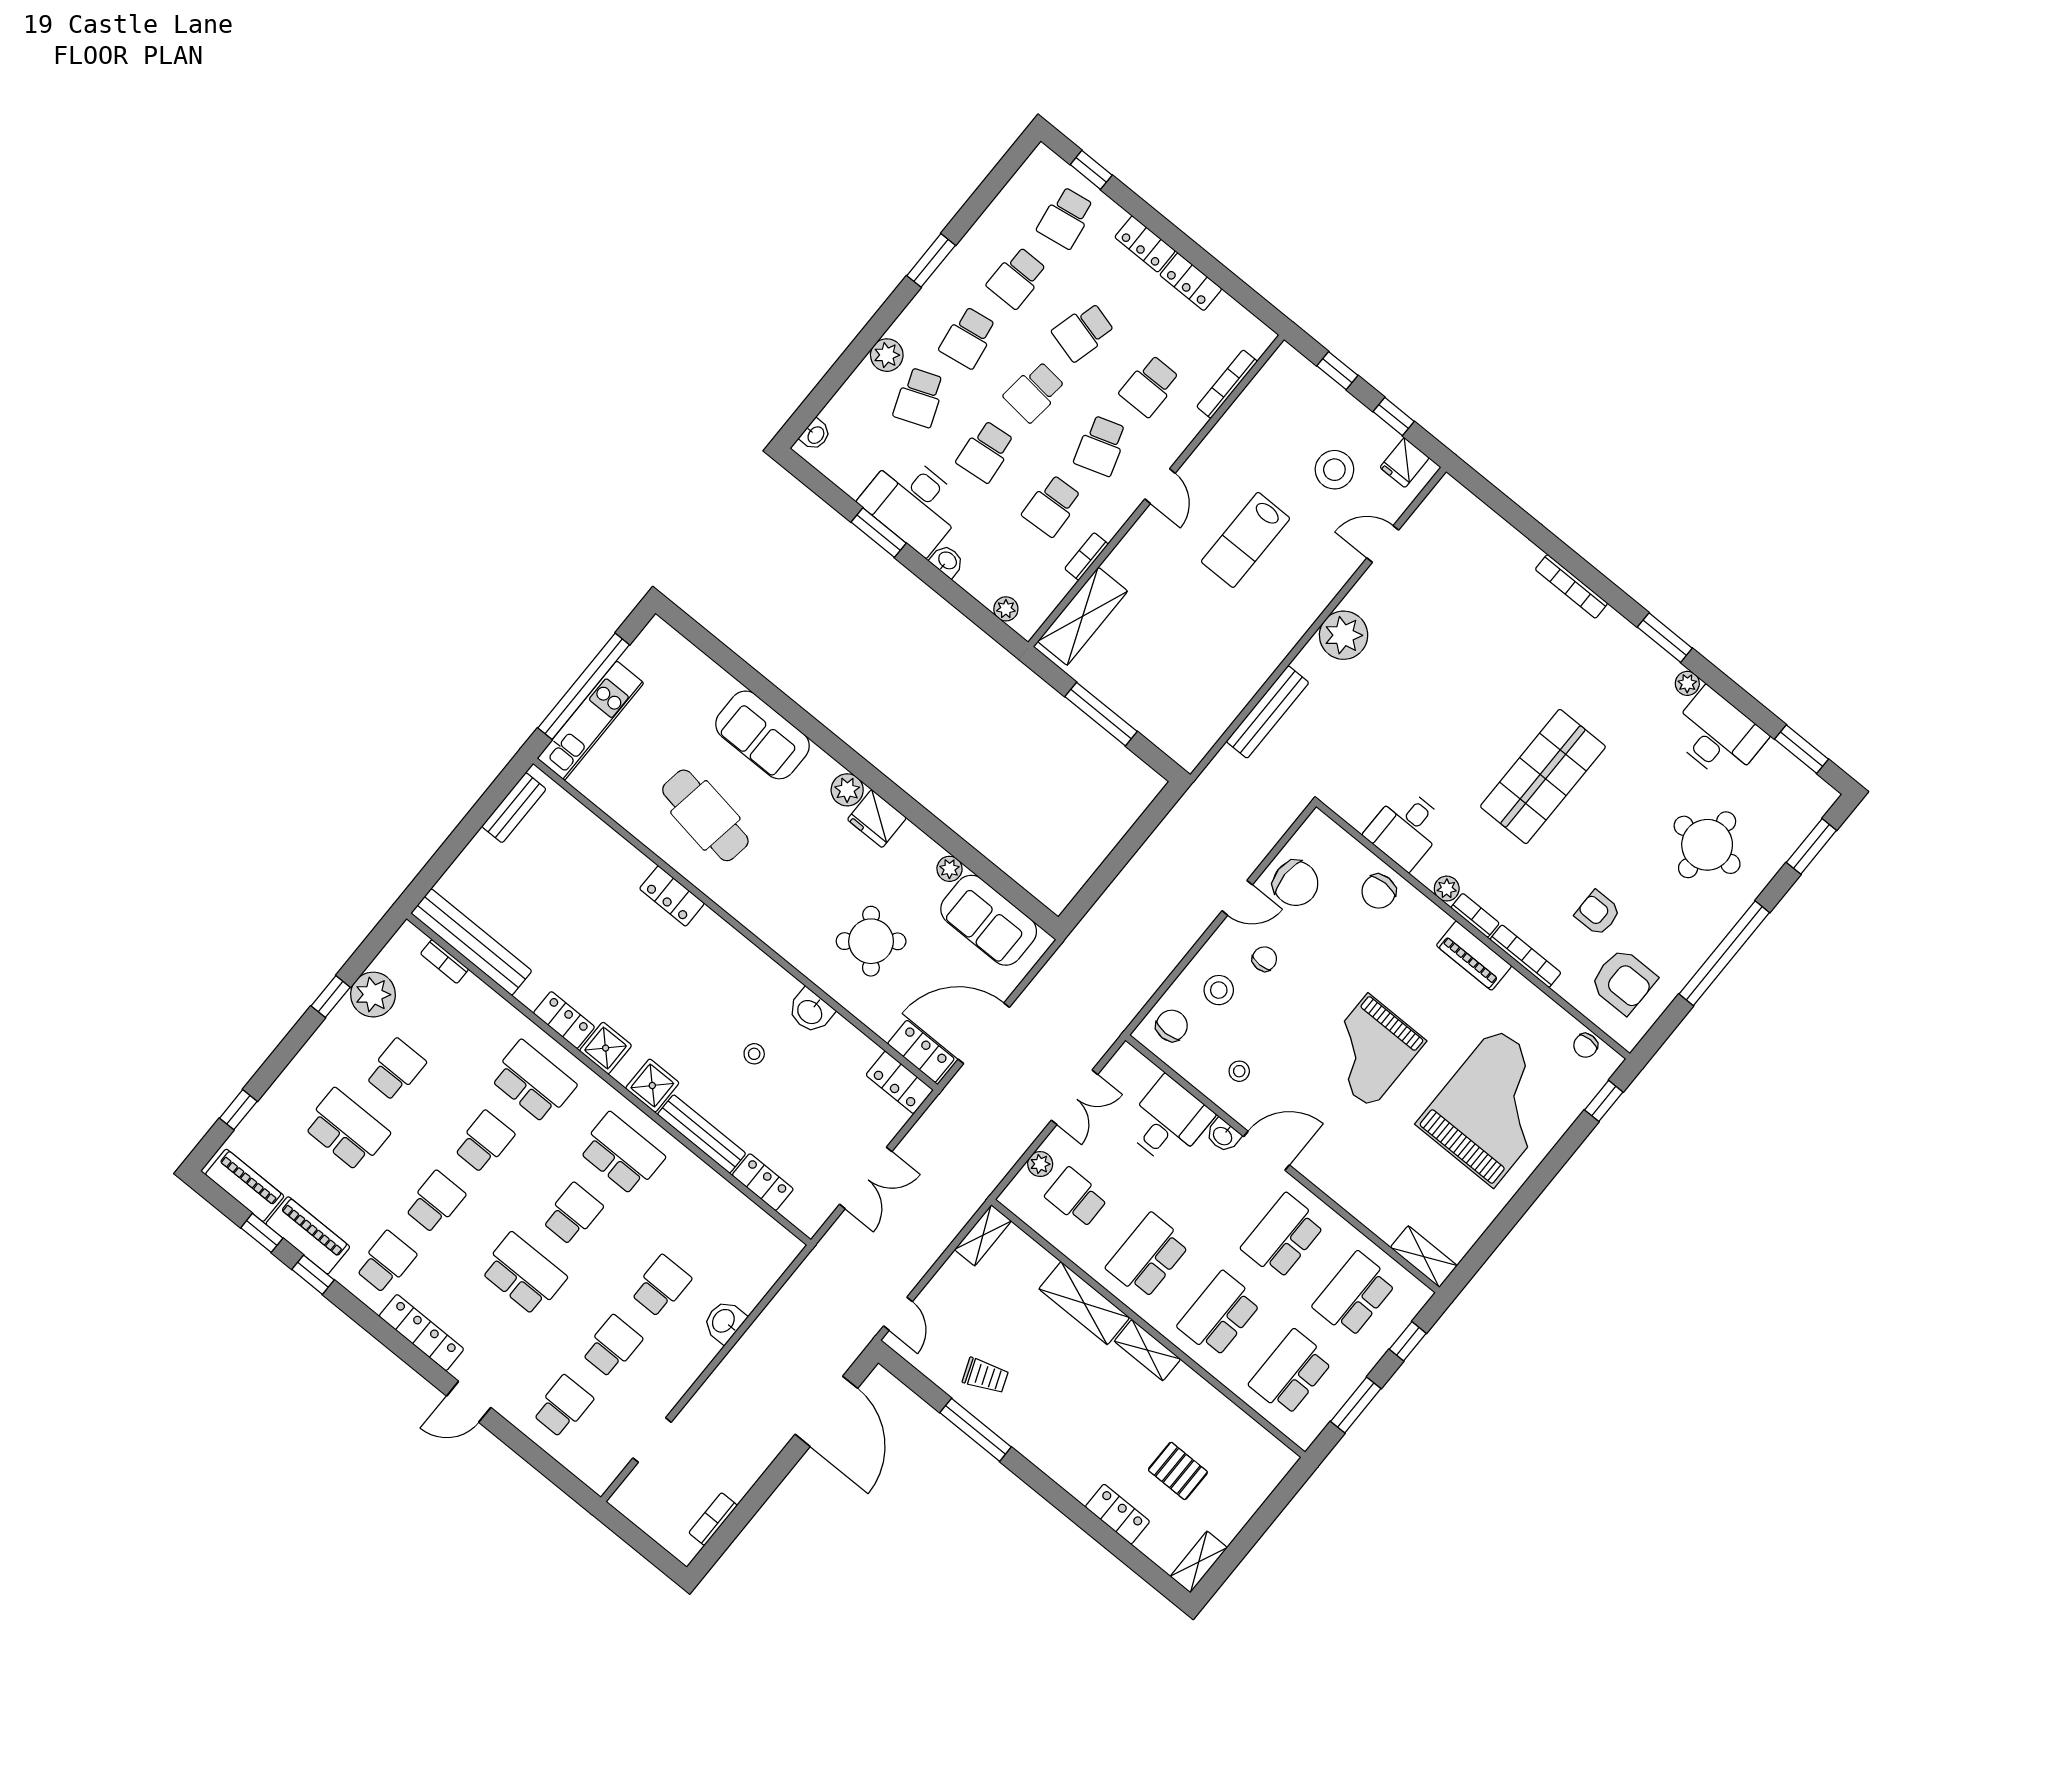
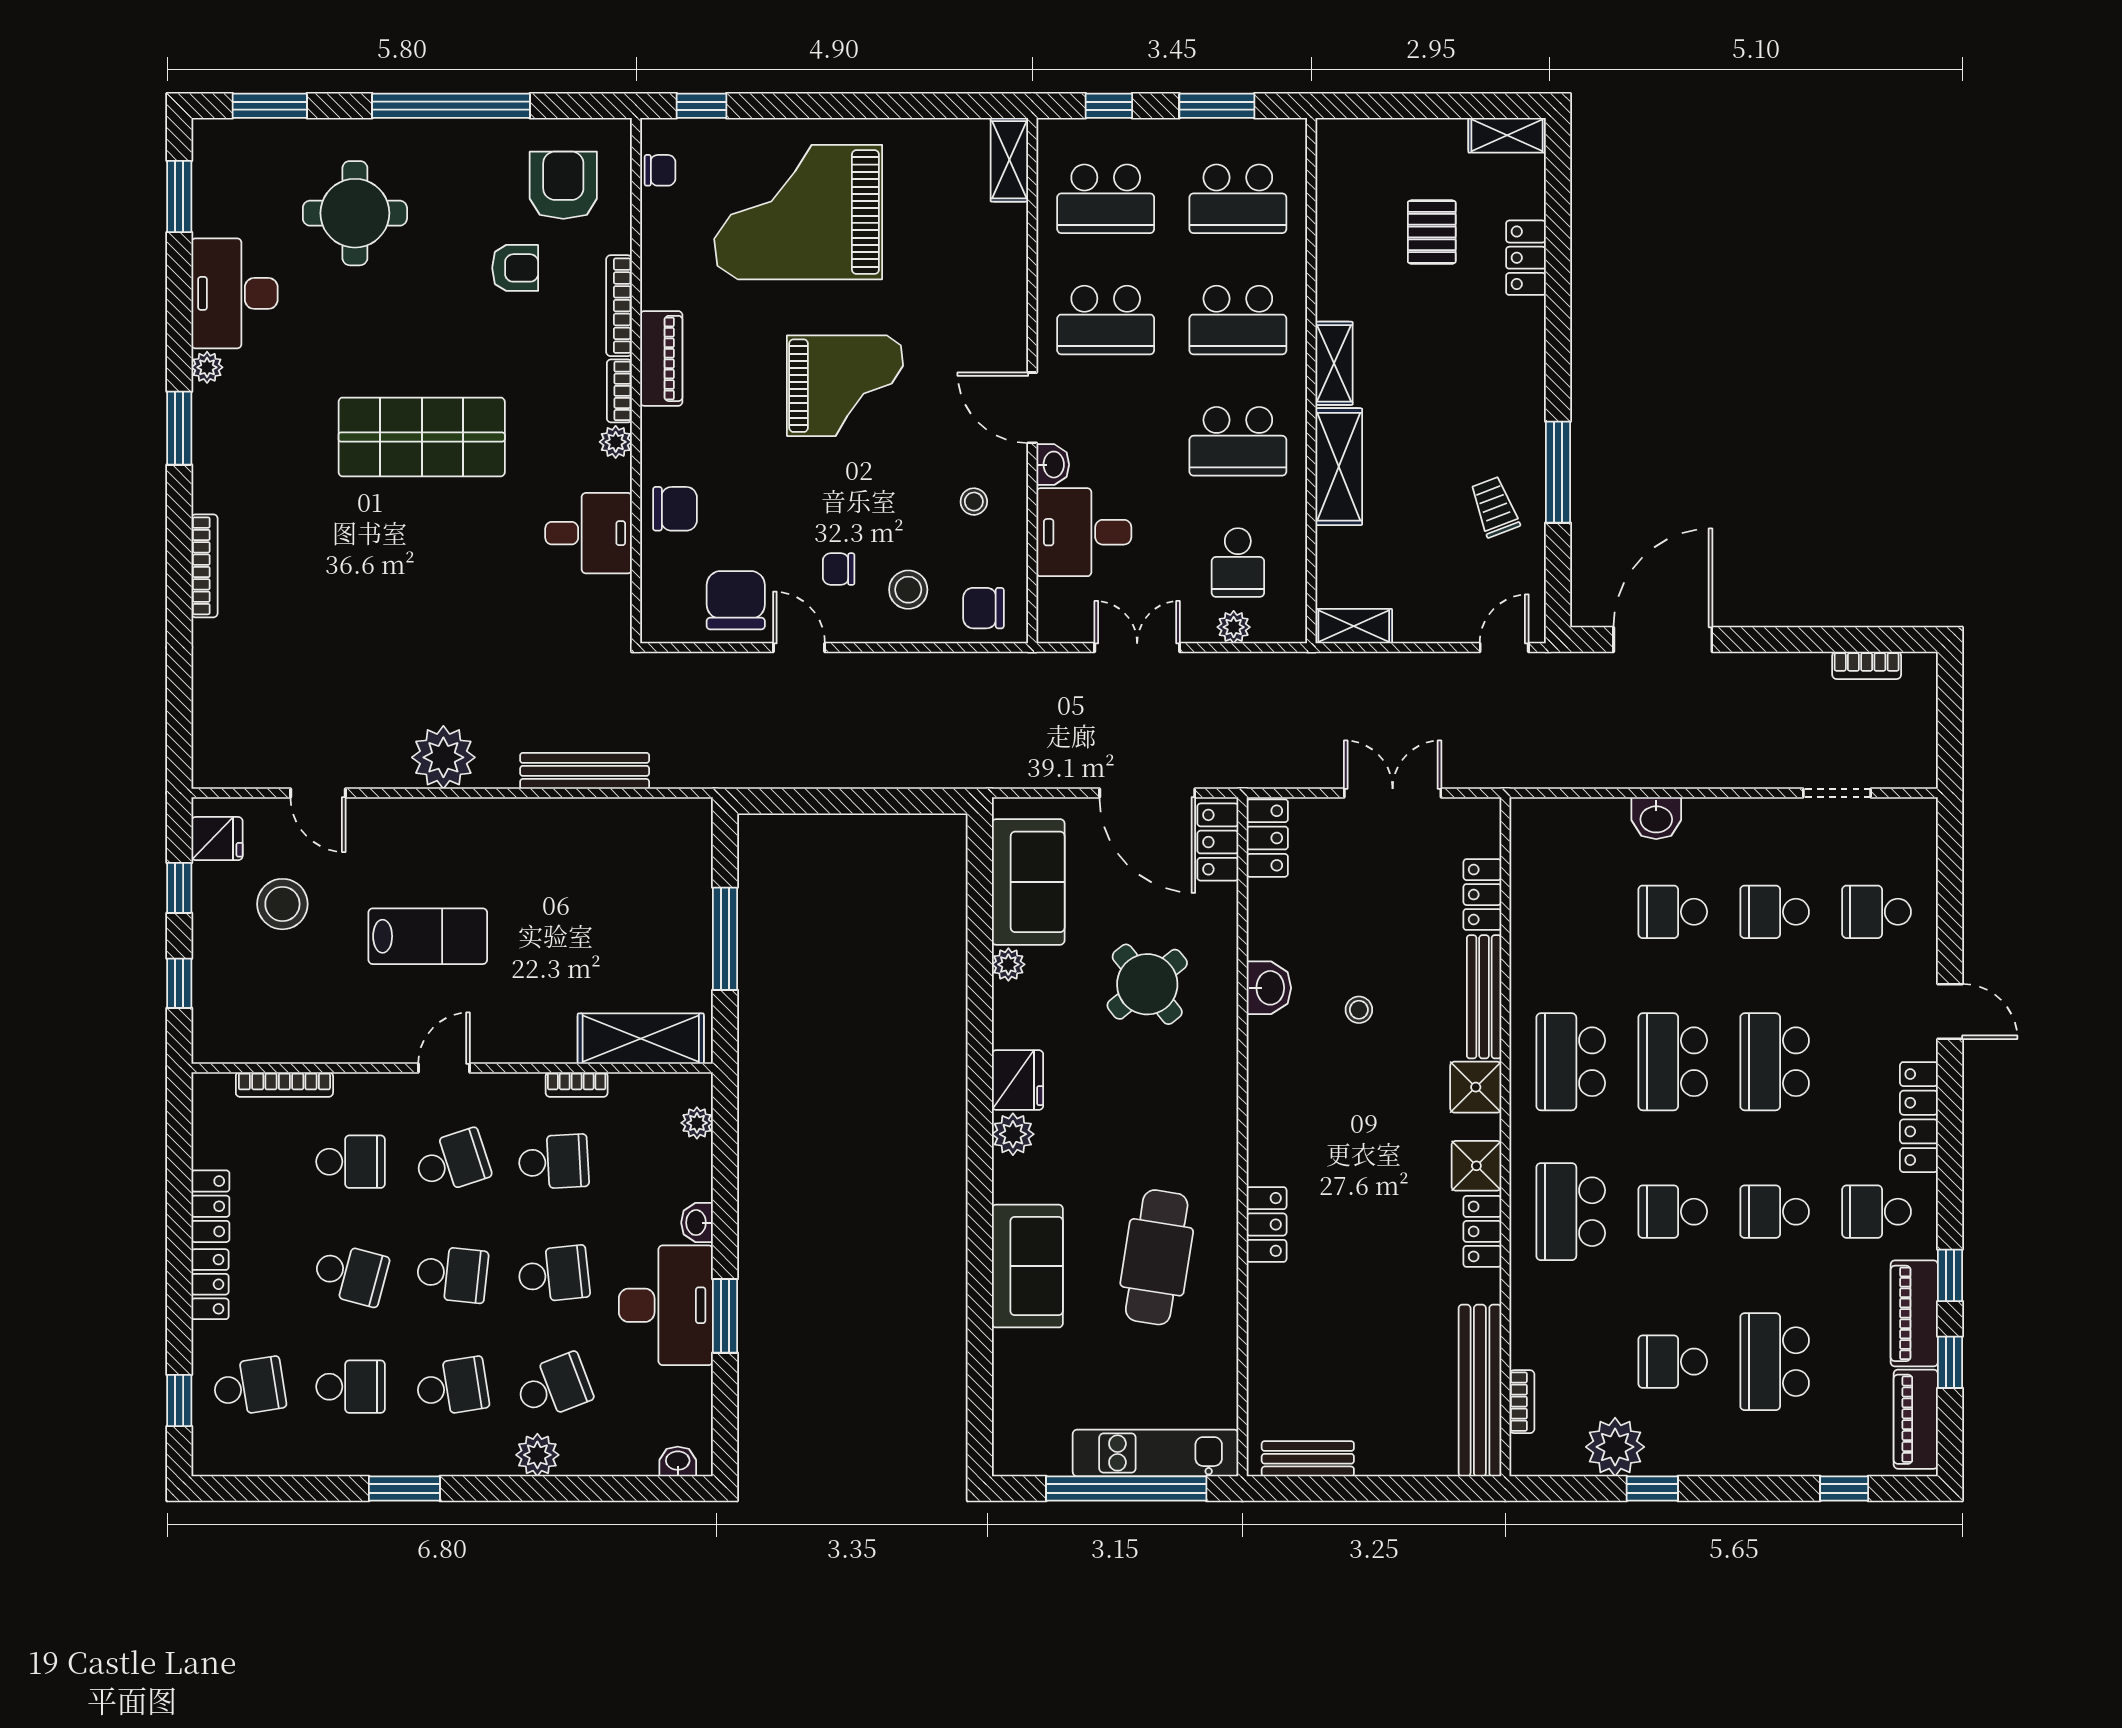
armchair: (1598, 913) -> (515, 268), turned -90
school desk: (573, 1214) -> (1673, 1062), width x1.85

